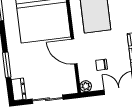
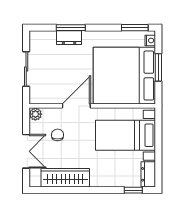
dresser: (19, 89) -> (69, 38), moved

